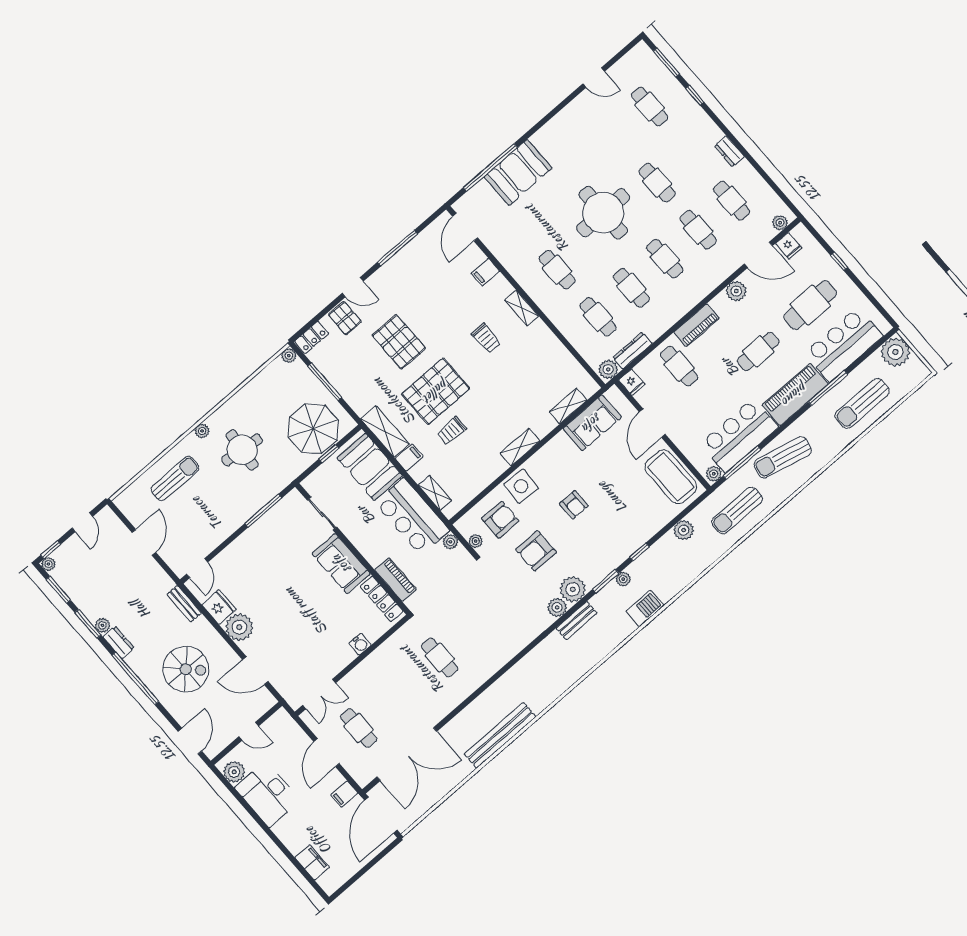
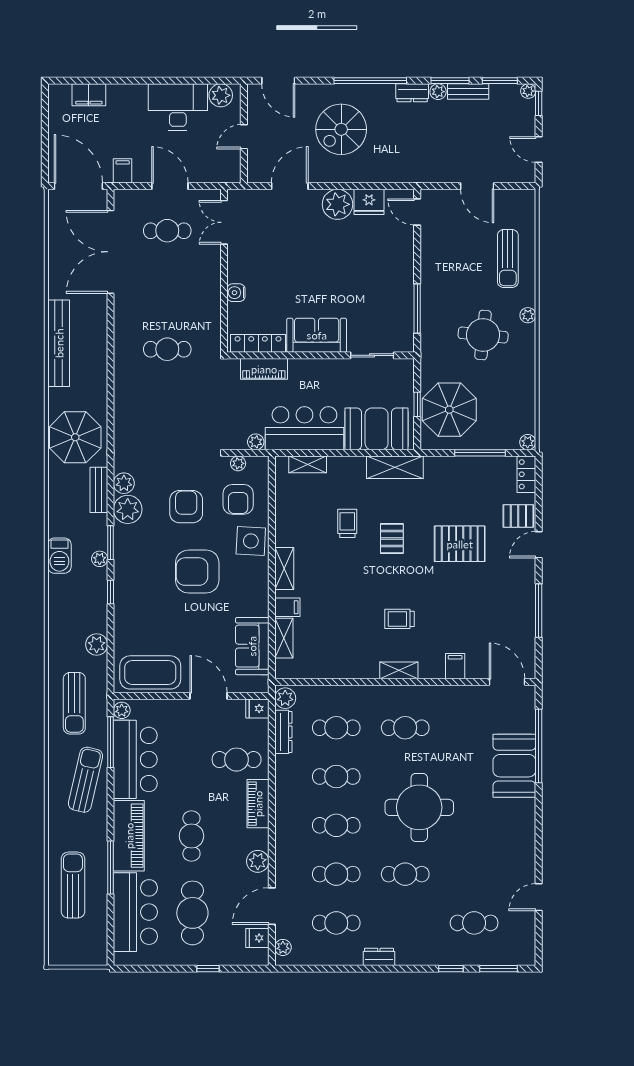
plant: (895, 352) -> (92, 950), removed
pallet: (436, 391) -> (392, 539), width x0.49, depth x0.50
filing cabinet: (409, 458) -> (287, 607), moved, turned -90
armchair: (574, 505) -> (197, 572), width x1.88, depth x1.88
sun lounger: (737, 510) -> (74, 703), turned 180
bench: (184, 604) -> (468, 91), moved
parasol: (555, 668) -> (75, 437), added

